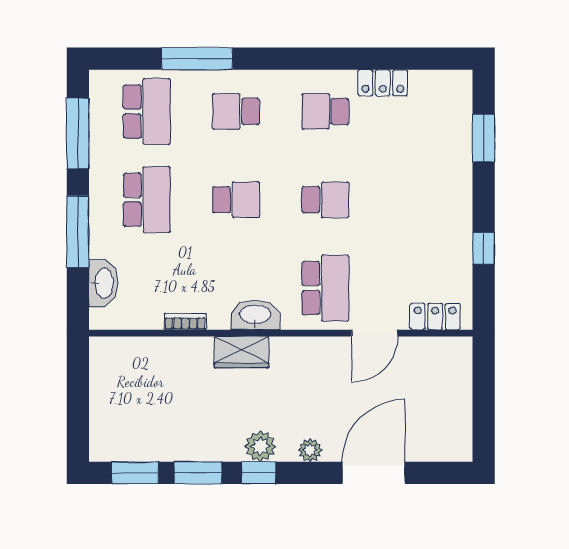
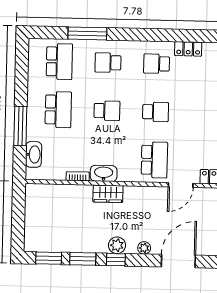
window: (78, 133) -> (22, 73), removed
washbasin: (255, 315) -> (104, 173), moved

